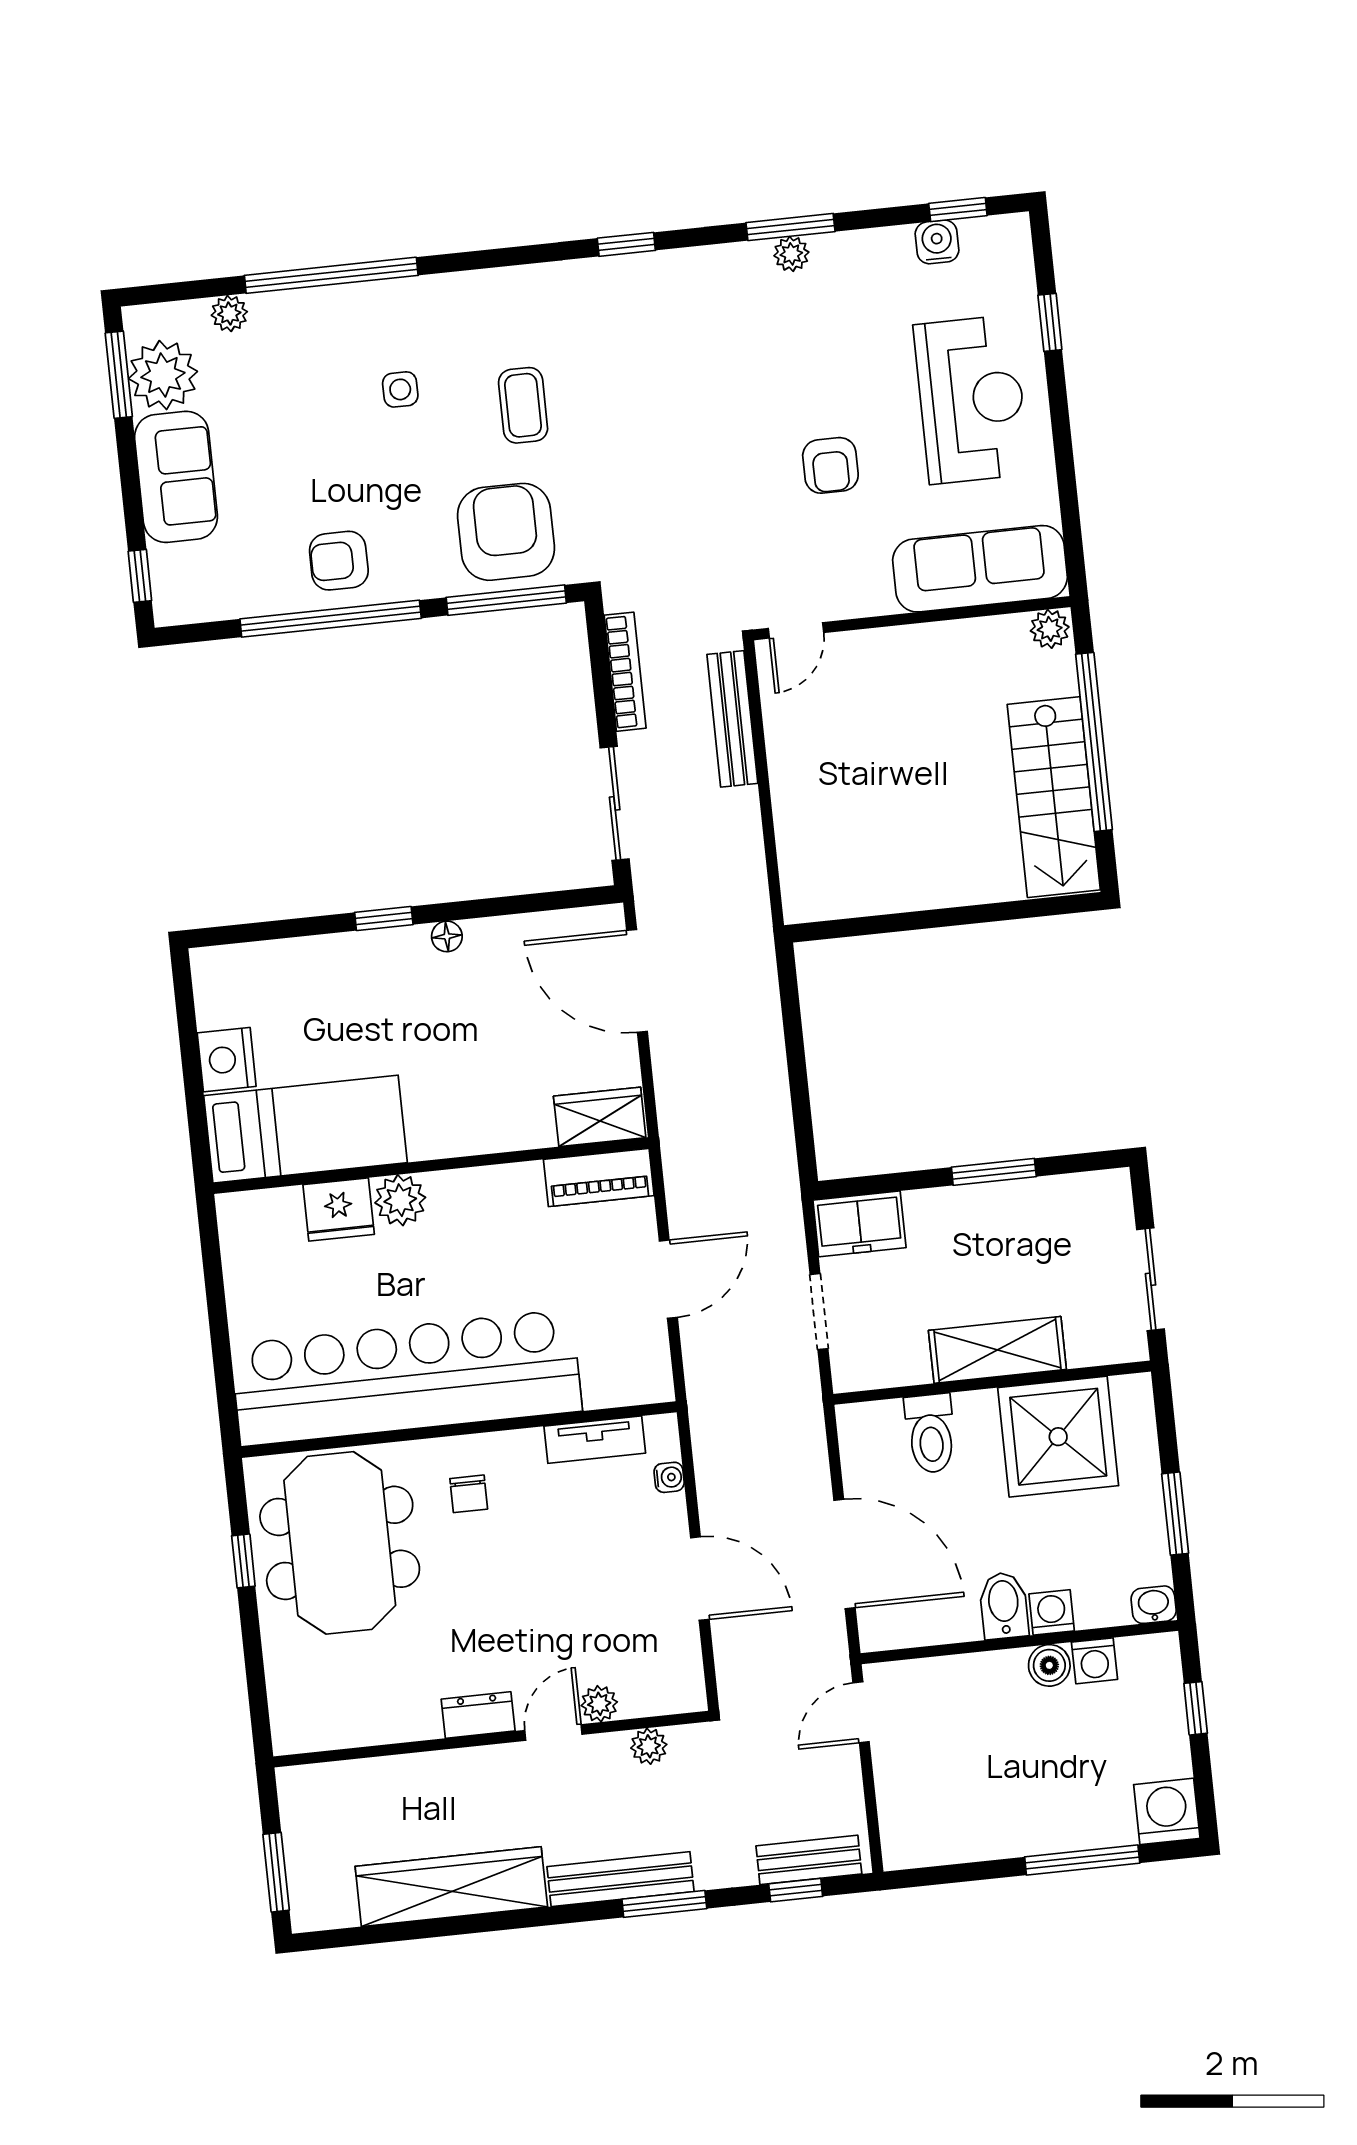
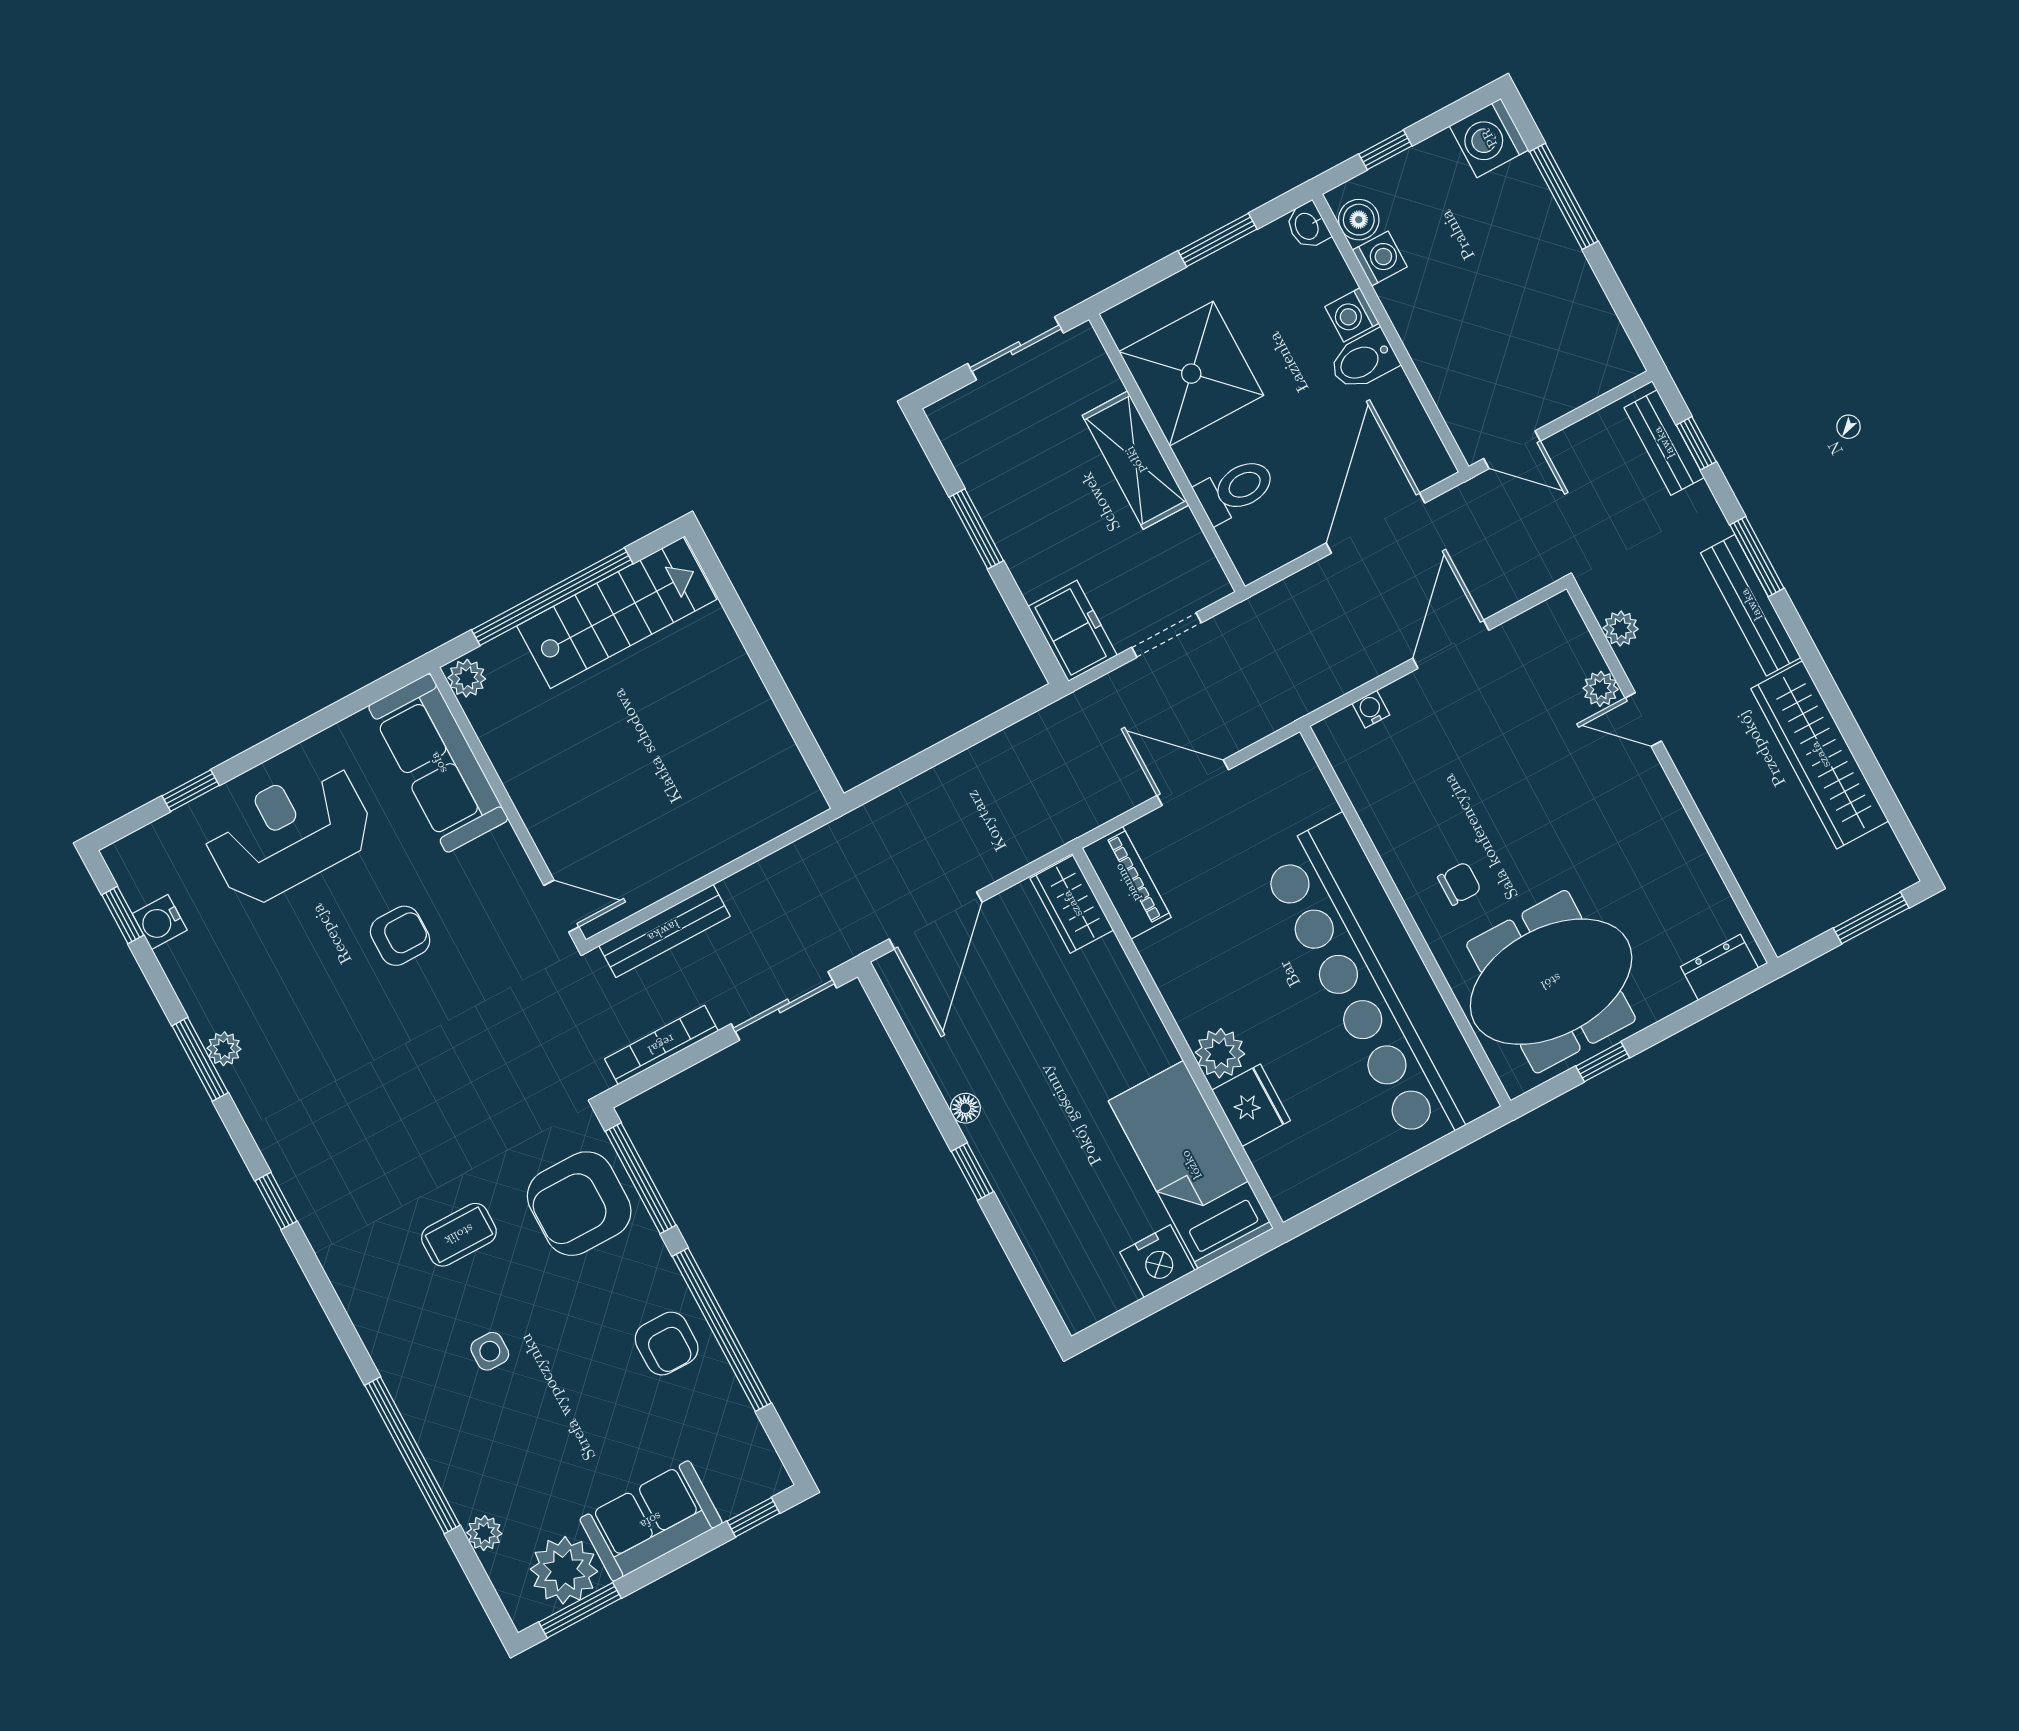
tv unit: (595, 1440) -> (1364, 790), removed
boiler: (1049, 1665) -> (1359, 220), moved
dresser: (478, 1715) -> (1719, 967), moved, turned 90

